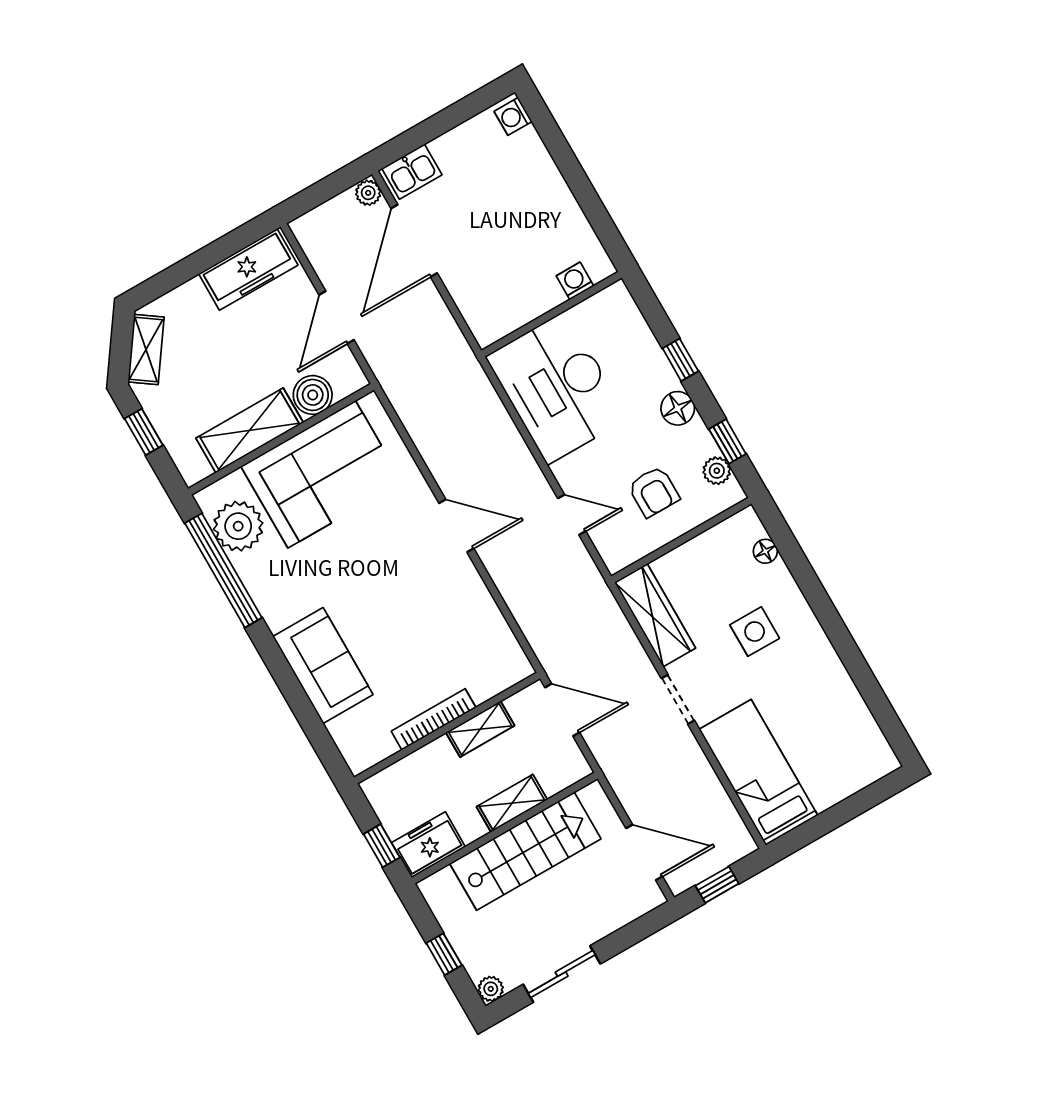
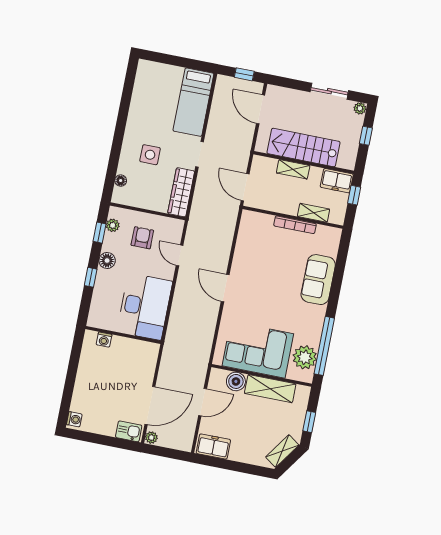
freezer: (248, 269) -> (213, 446), width x0.71
shelving: (480, 729) -> (314, 213), moved

